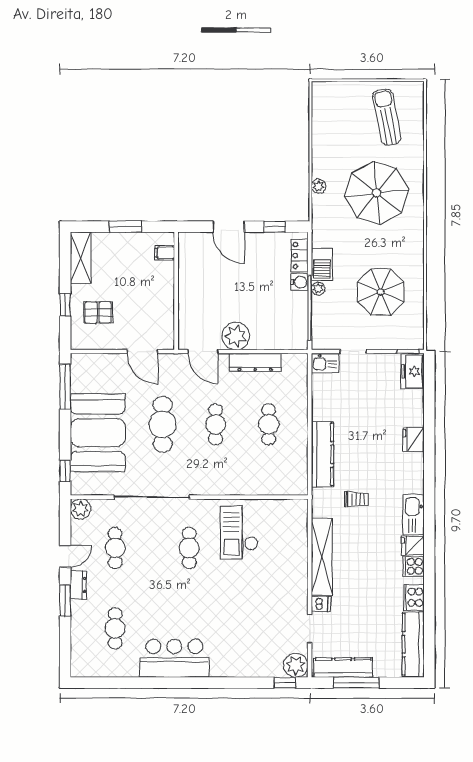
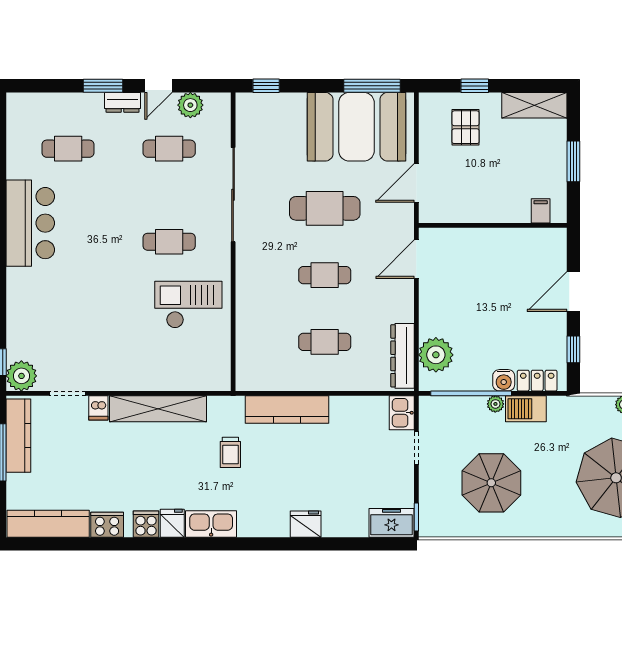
plant: (236, 336) -> (436, 355), moved
dresser: (255, 362) -> (403, 356), moved
booth: (98, 433) -> (356, 127), moved
plant: (81, 509) -> (190, 105), moved
door: (65, 556) -> (159, 86), hinge flipped

